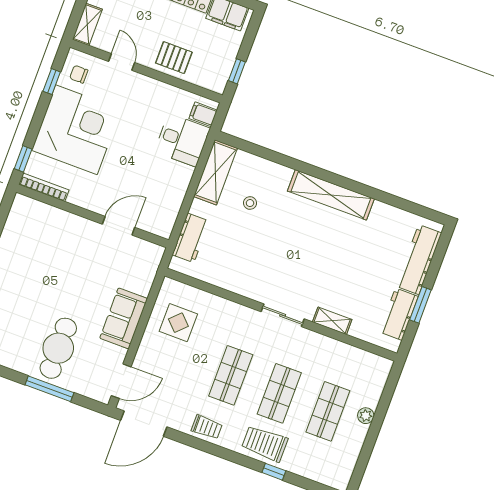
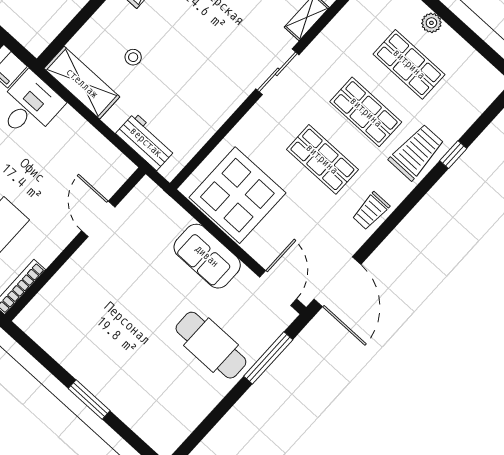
display table: (178, 323) -> (237, 195), width x1.86, depth x1.86
window: (49, 389) -> (268, 358), moved
trolley: (207, 427) -> (371, 211), turned 180
trolley: (265, 444) -> (417, 152), turned 180

